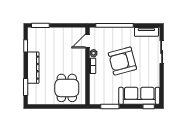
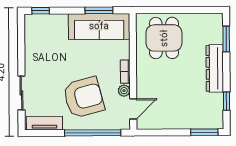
armchair: (122, 61) -> (84, 97), moved
sofa: (139, 96) -> (99, 26), moved

